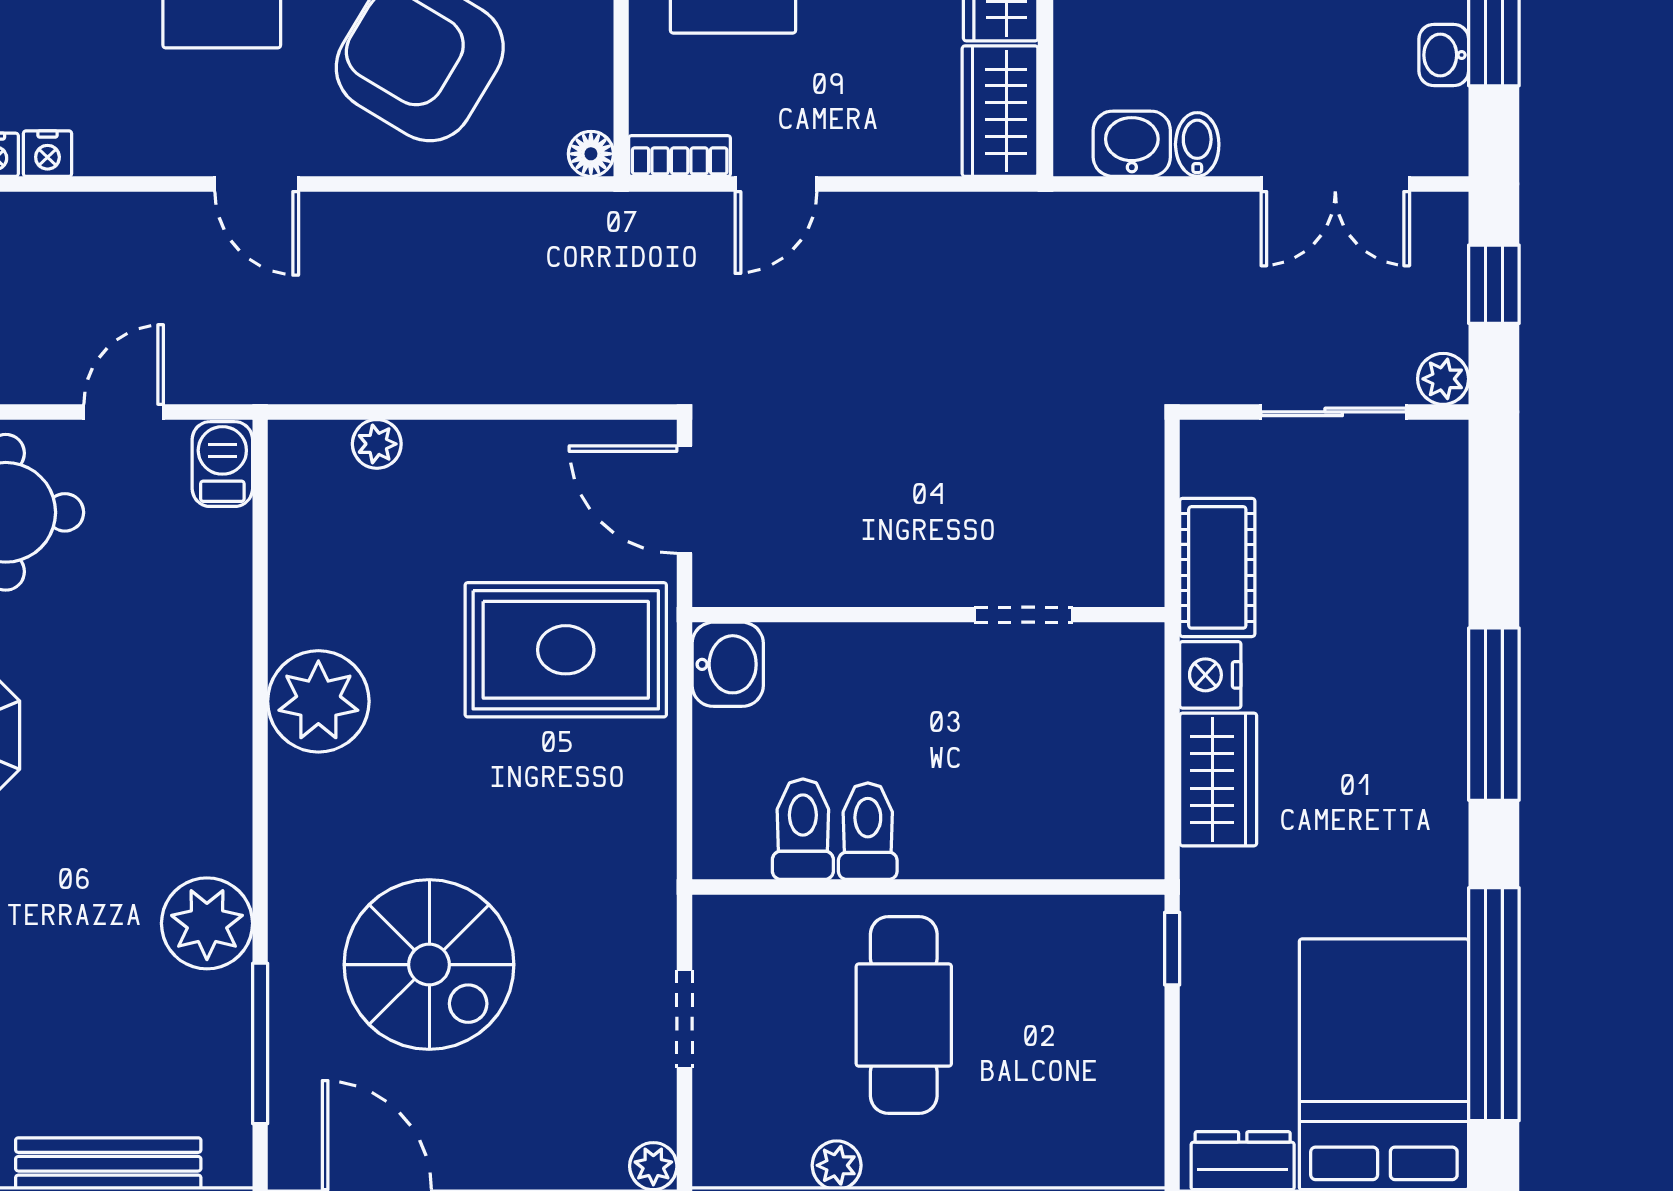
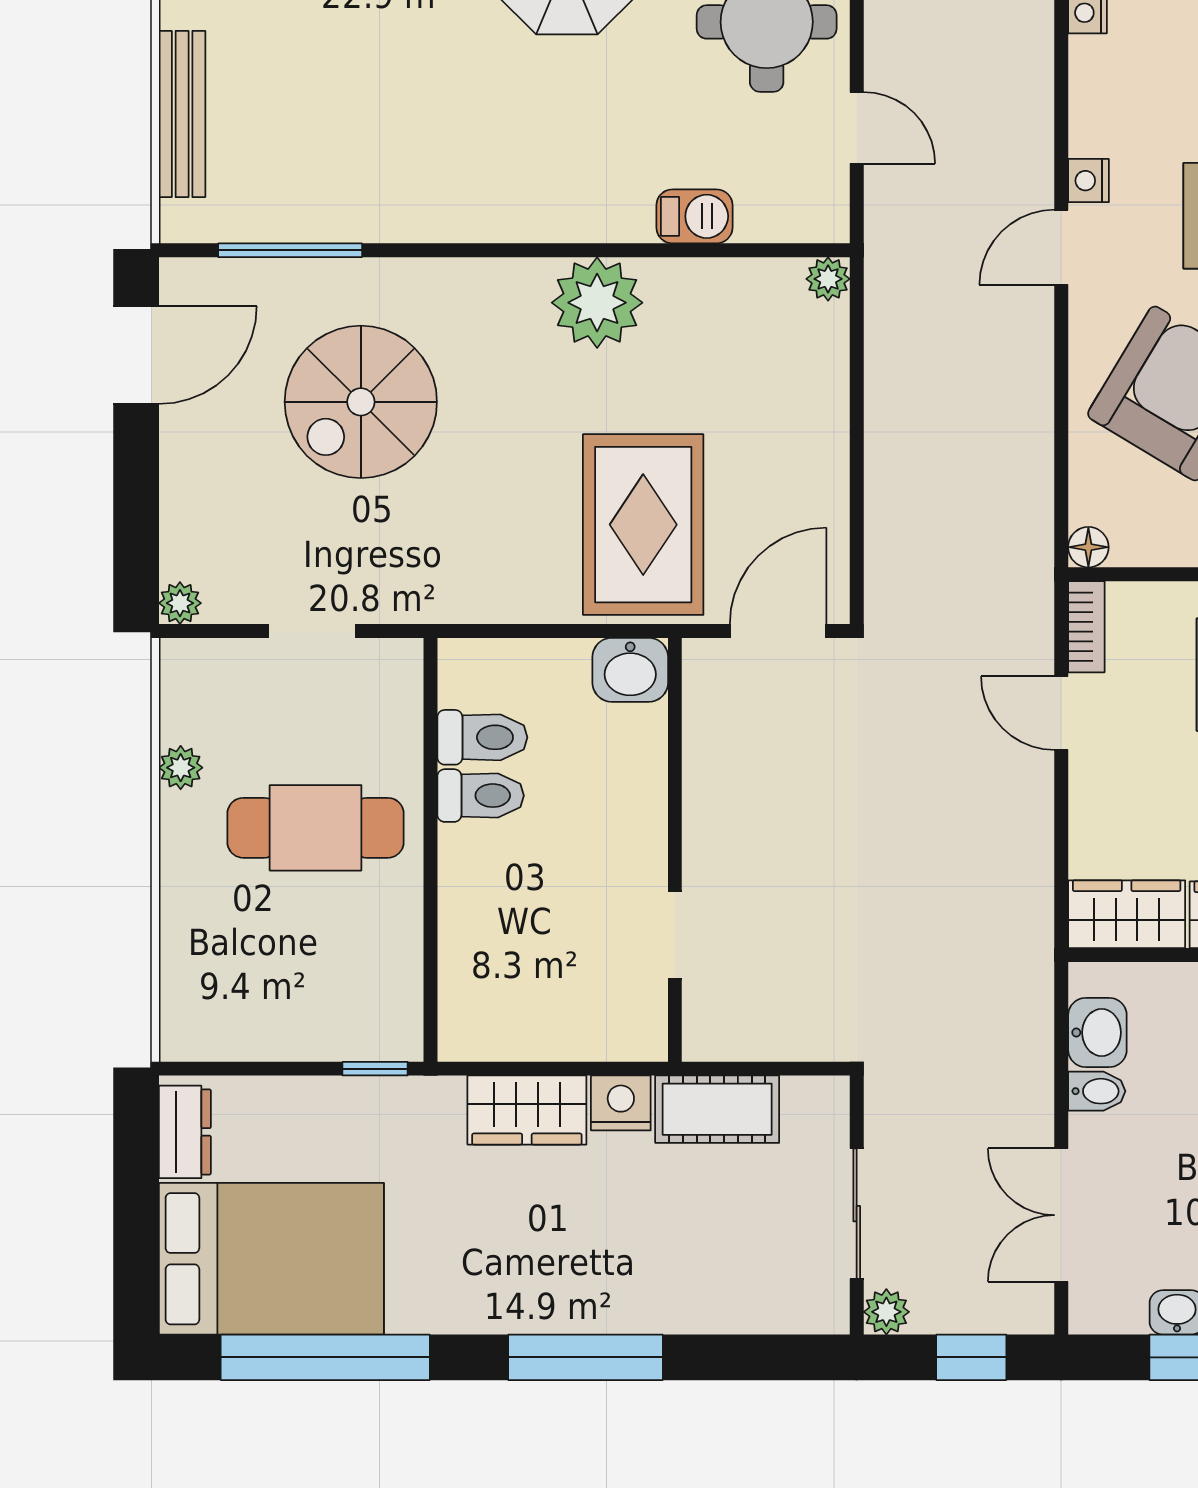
nightstand: (47, 154) -> (1089, 181), moved
plant: (377, 444) -> (828, 279), moved
barbecue: (222, 464) -> (694, 216), moved
plant: (207, 923) -> (398, 203), removed

